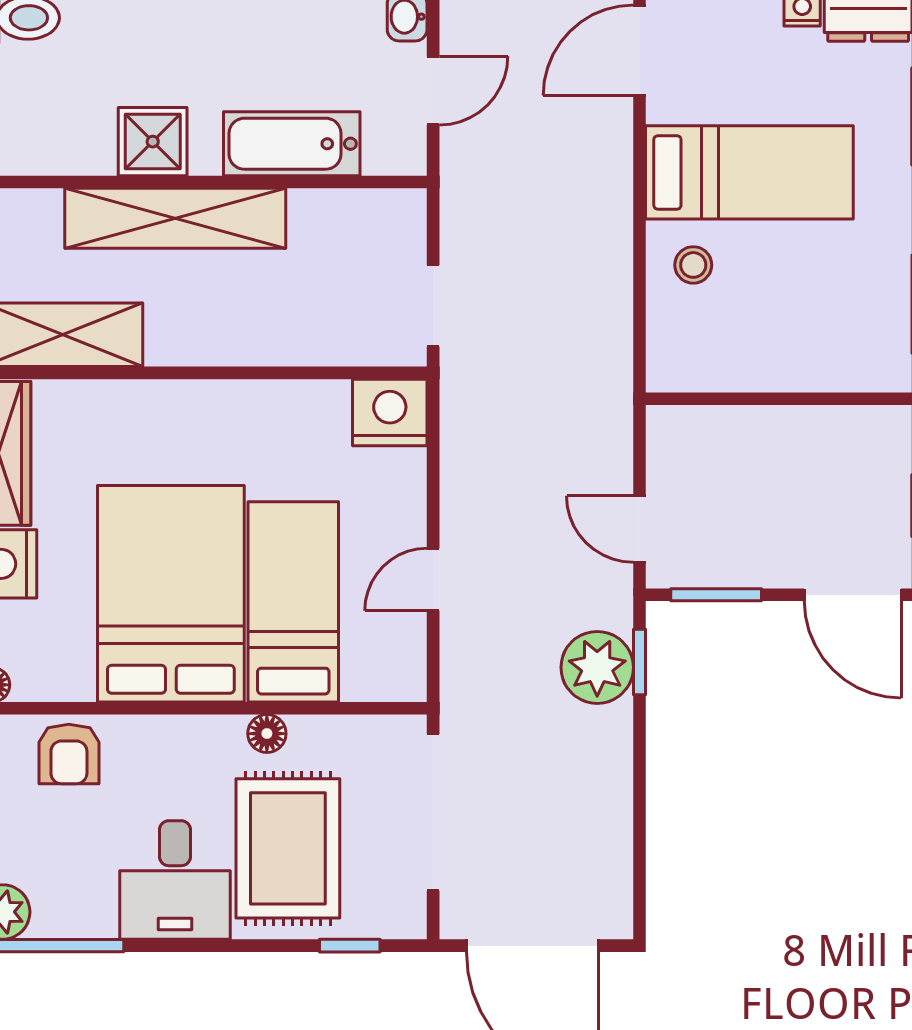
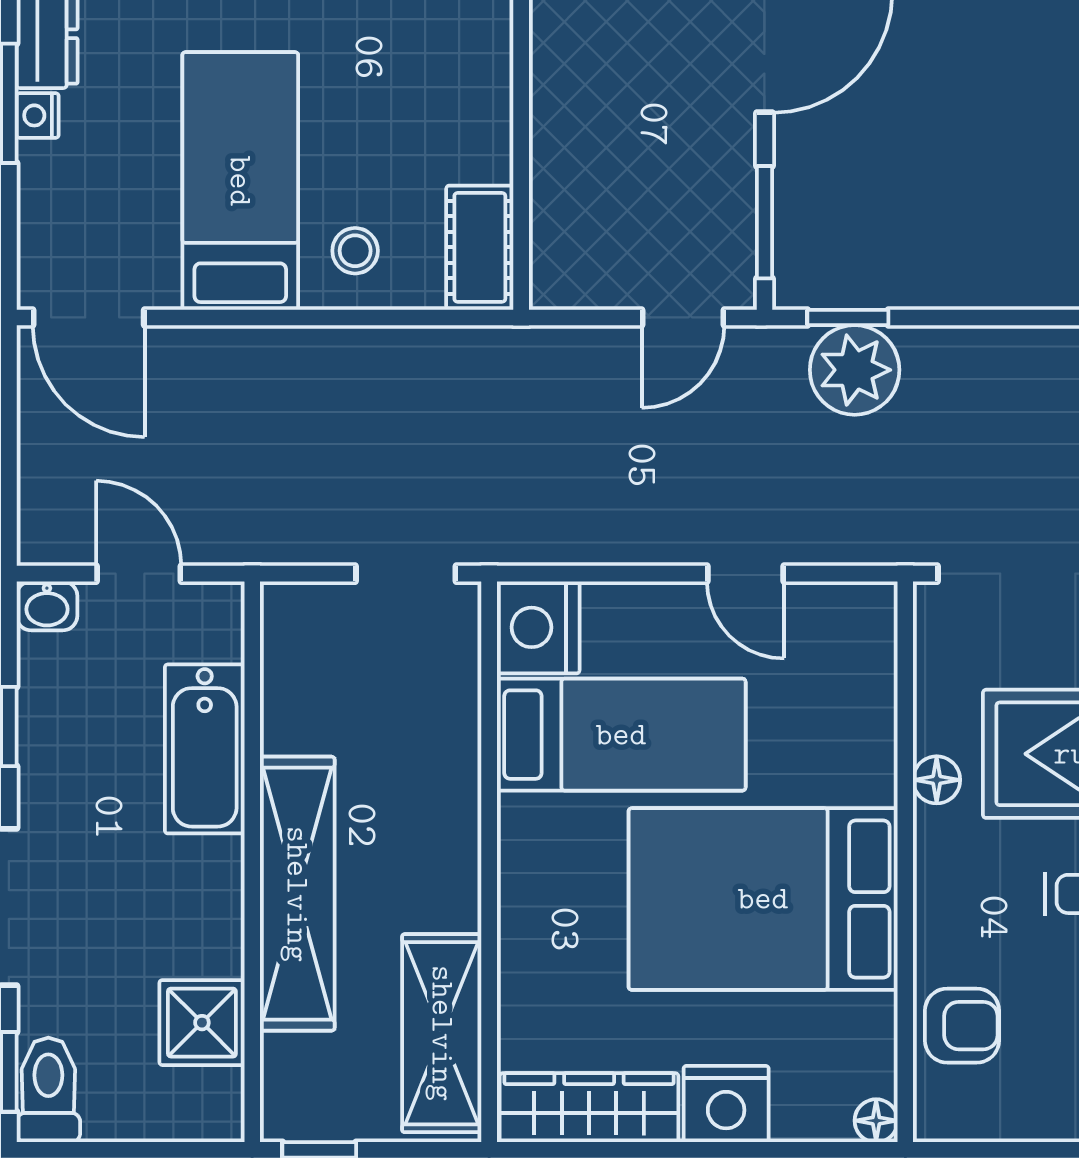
shower: (153, 142) -> (202, 1023), moved
cot: (696, 365) -> (480, 247), added
bed: (293, 602) -> (621, 735), moved, turned 180

